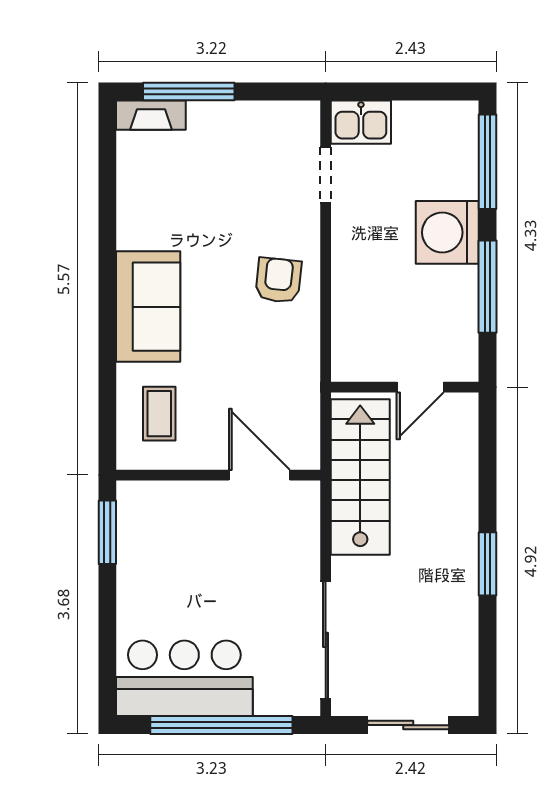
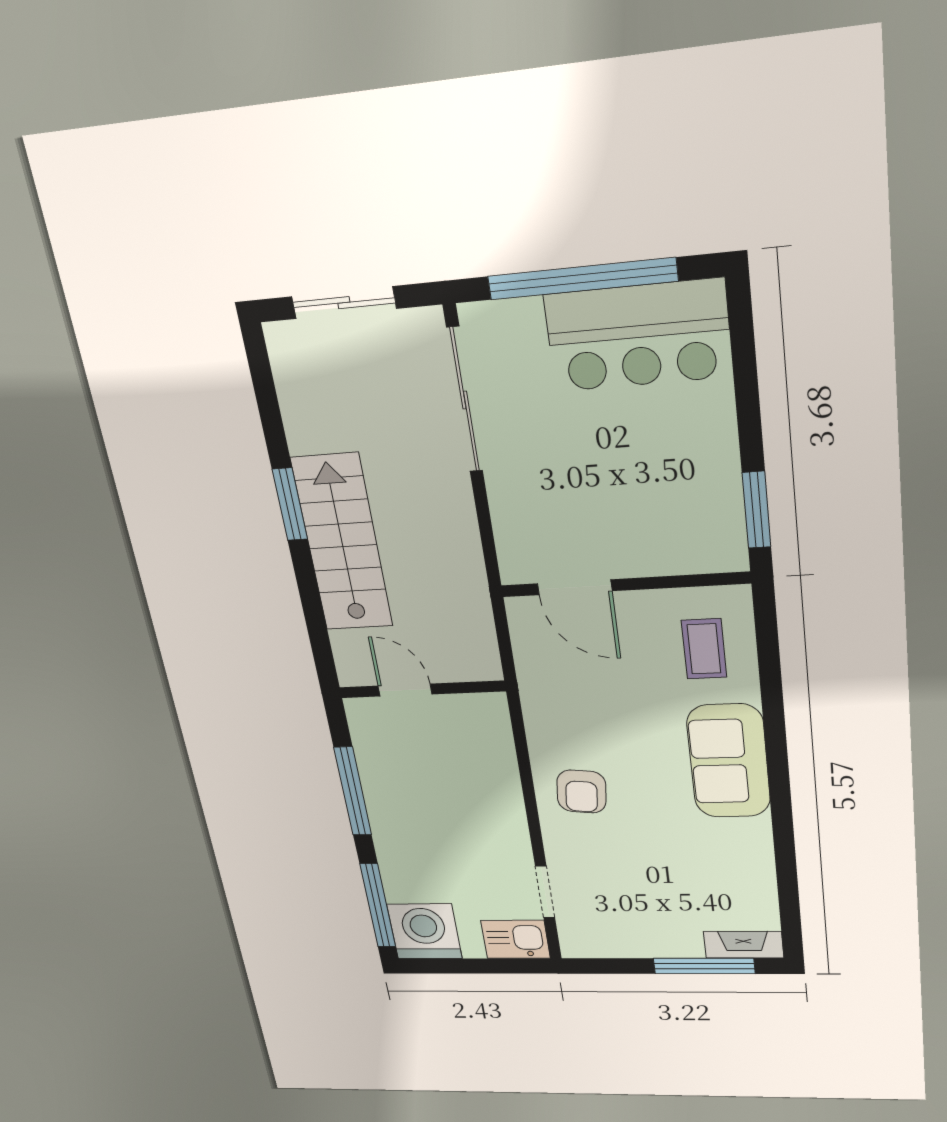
washing machine: (447, 232) -> (424, 931), moved, turned -90
door: (420, 387) -> (405, 690), hinge flipped
stairs: (360, 477) -> (342, 543), moved, turned 180

